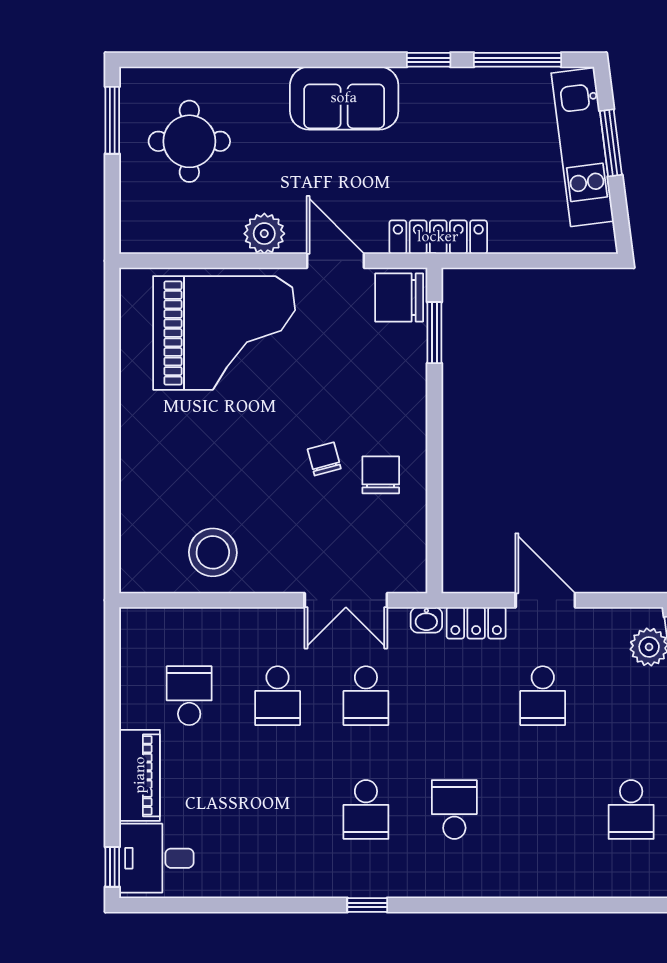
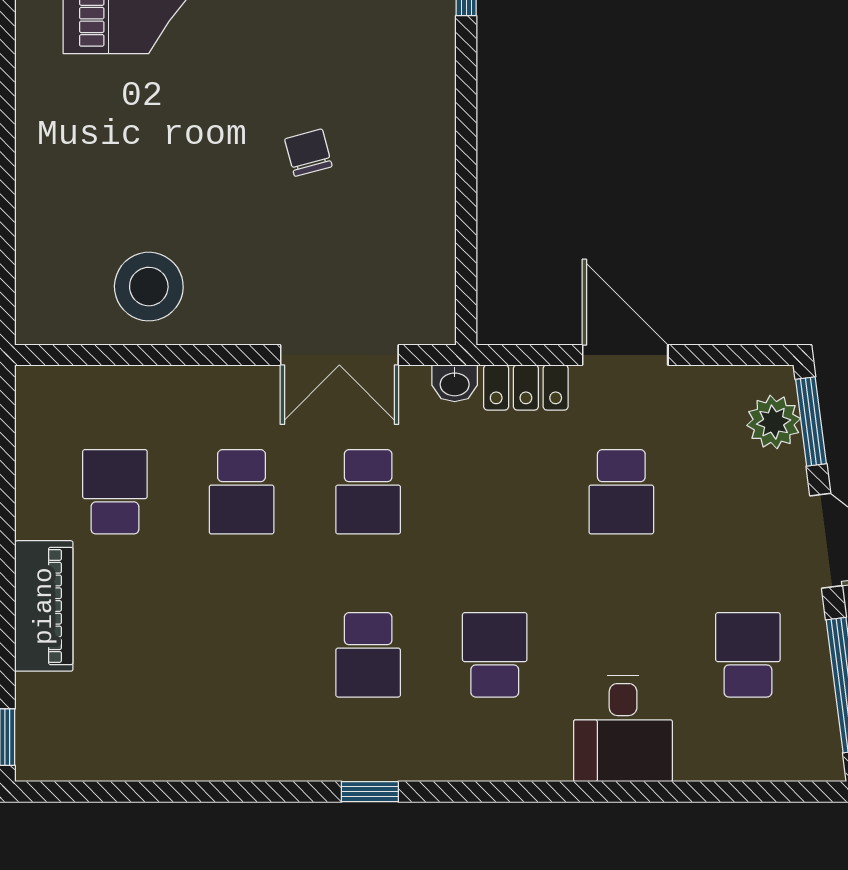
chair: (381, 475) -> (389, 176), removed
school desk: (631, 810) -> (748, 655), turned 180
desk: (156, 858) -> (623, 728), moved, turned -90

